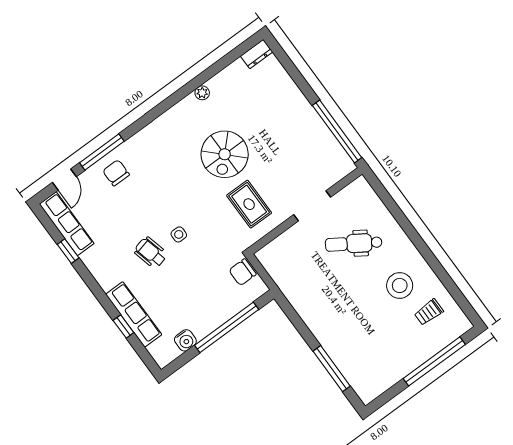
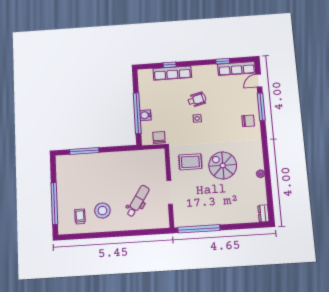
chair: (116, 173) -> (248, 121), moved
door: (64, 180) -> (259, 81), hinge flipped
water cooler: (185, 340) -> (145, 115), moved

